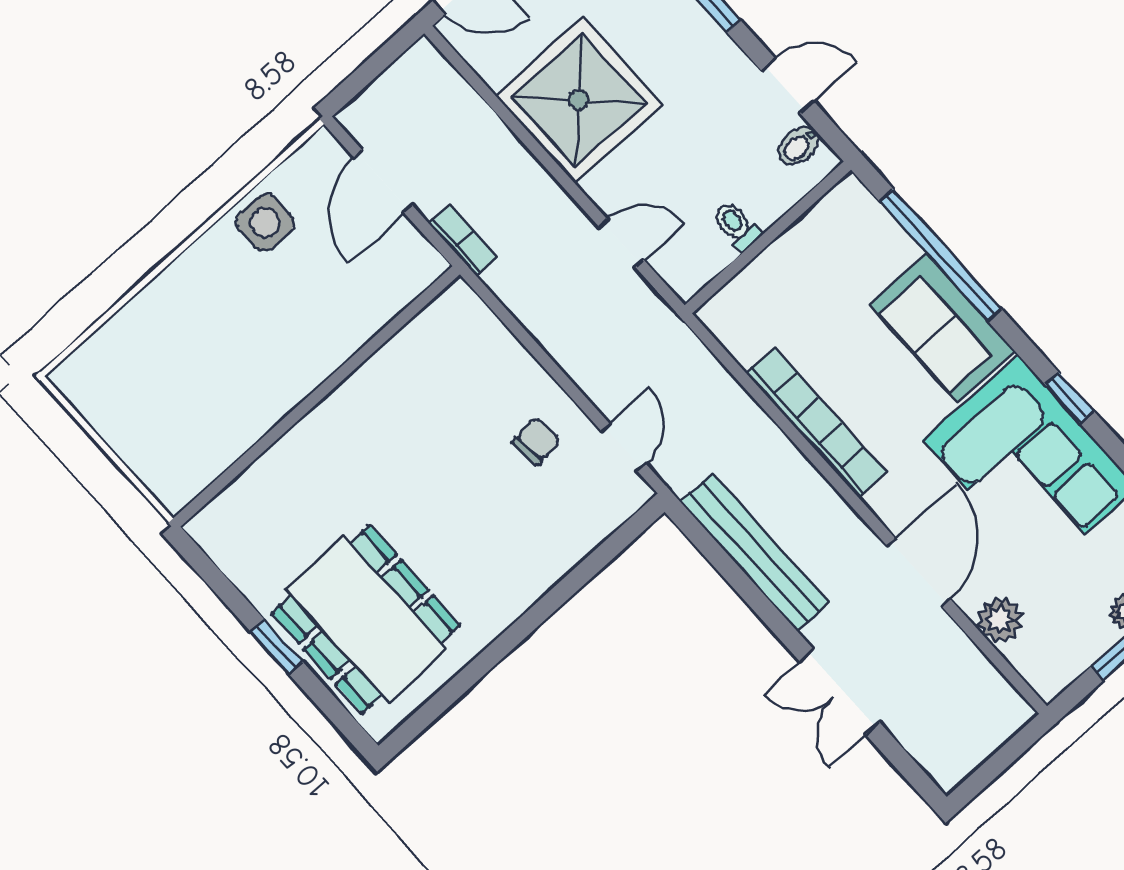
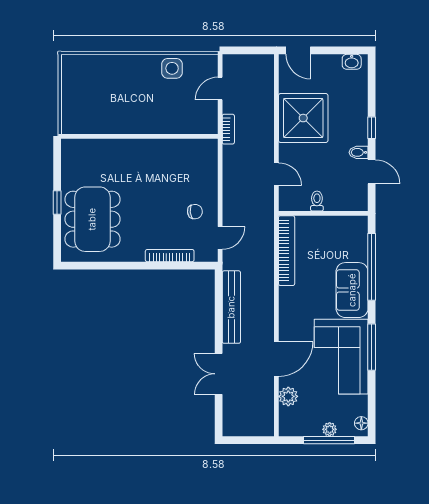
bidet: (799, 145) -> (359, 152), moved
door: (383, 181) -> (220, 89), width x0.73
window: (1069, 398) -> (372, 347), width x2.17
bookcase: (816, 423) -> (287, 251), moved
bookcase: (562, 560) -> (170, 256), added

